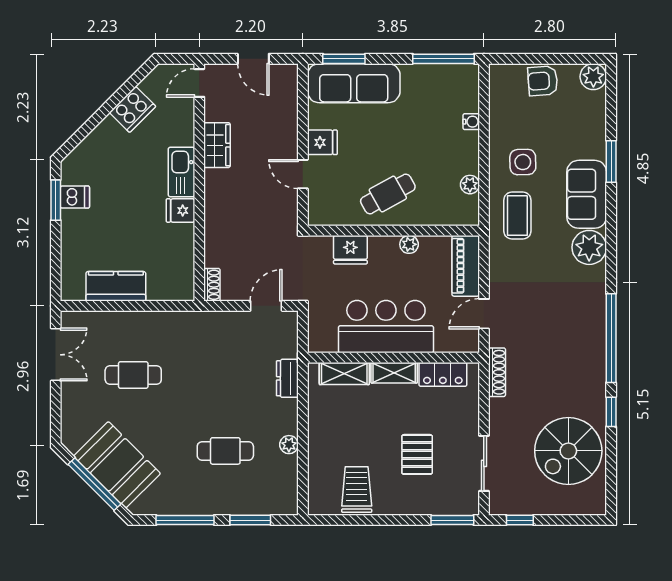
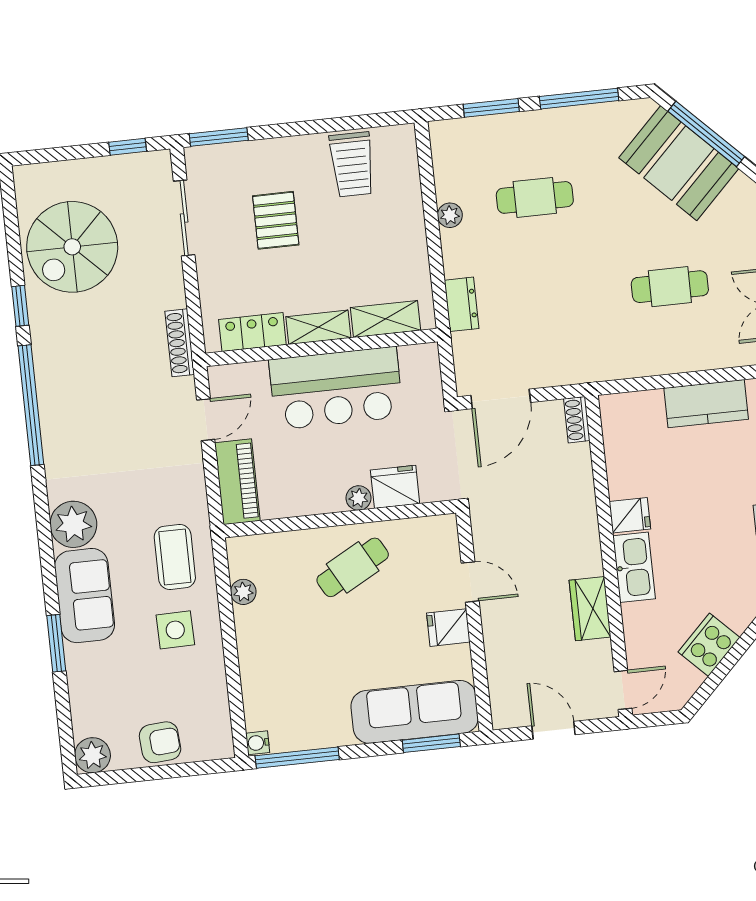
water cooler: (471, 122) -> (258, 743), moved
plant: (409, 244) -> (359, 498), moved
door: (266, 306) -> (501, 399), width x1.37
spiral stairs: (568, 451) -> (72, 247), turned 180

